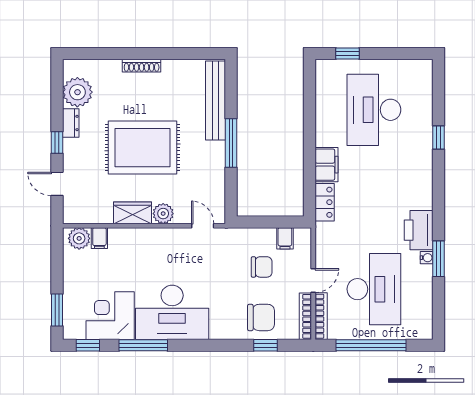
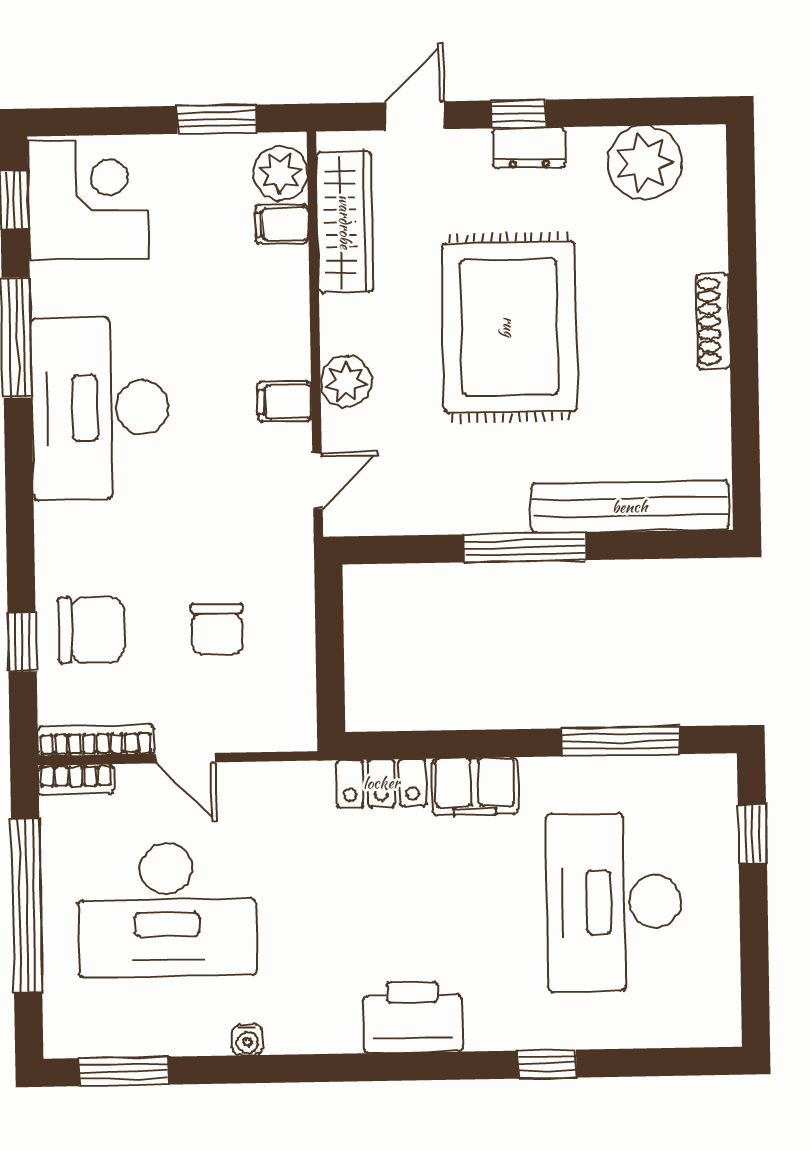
window: (309, 106) -> (620, 741), added
desk: (374, 110) -> (613, 902), turned -90
dresser: (71, 123) -> (529, 148), moved
wardrobe: (133, 213) -> (345, 222), moved, width x1.50
printer: (419, 230) -> (413, 1017), moved
filing cabinet: (285, 238) -> (285, 402), moved
window: (438, 259) -> (124, 1071), moved
window: (57, 310) -> (217, 119), moved
corner desk: (110, 316) -> (88, 199), moved
bookcase: (321, 316) -> (76, 780), width x0.64
chair: (261, 317) -> (91, 630), turned -90

